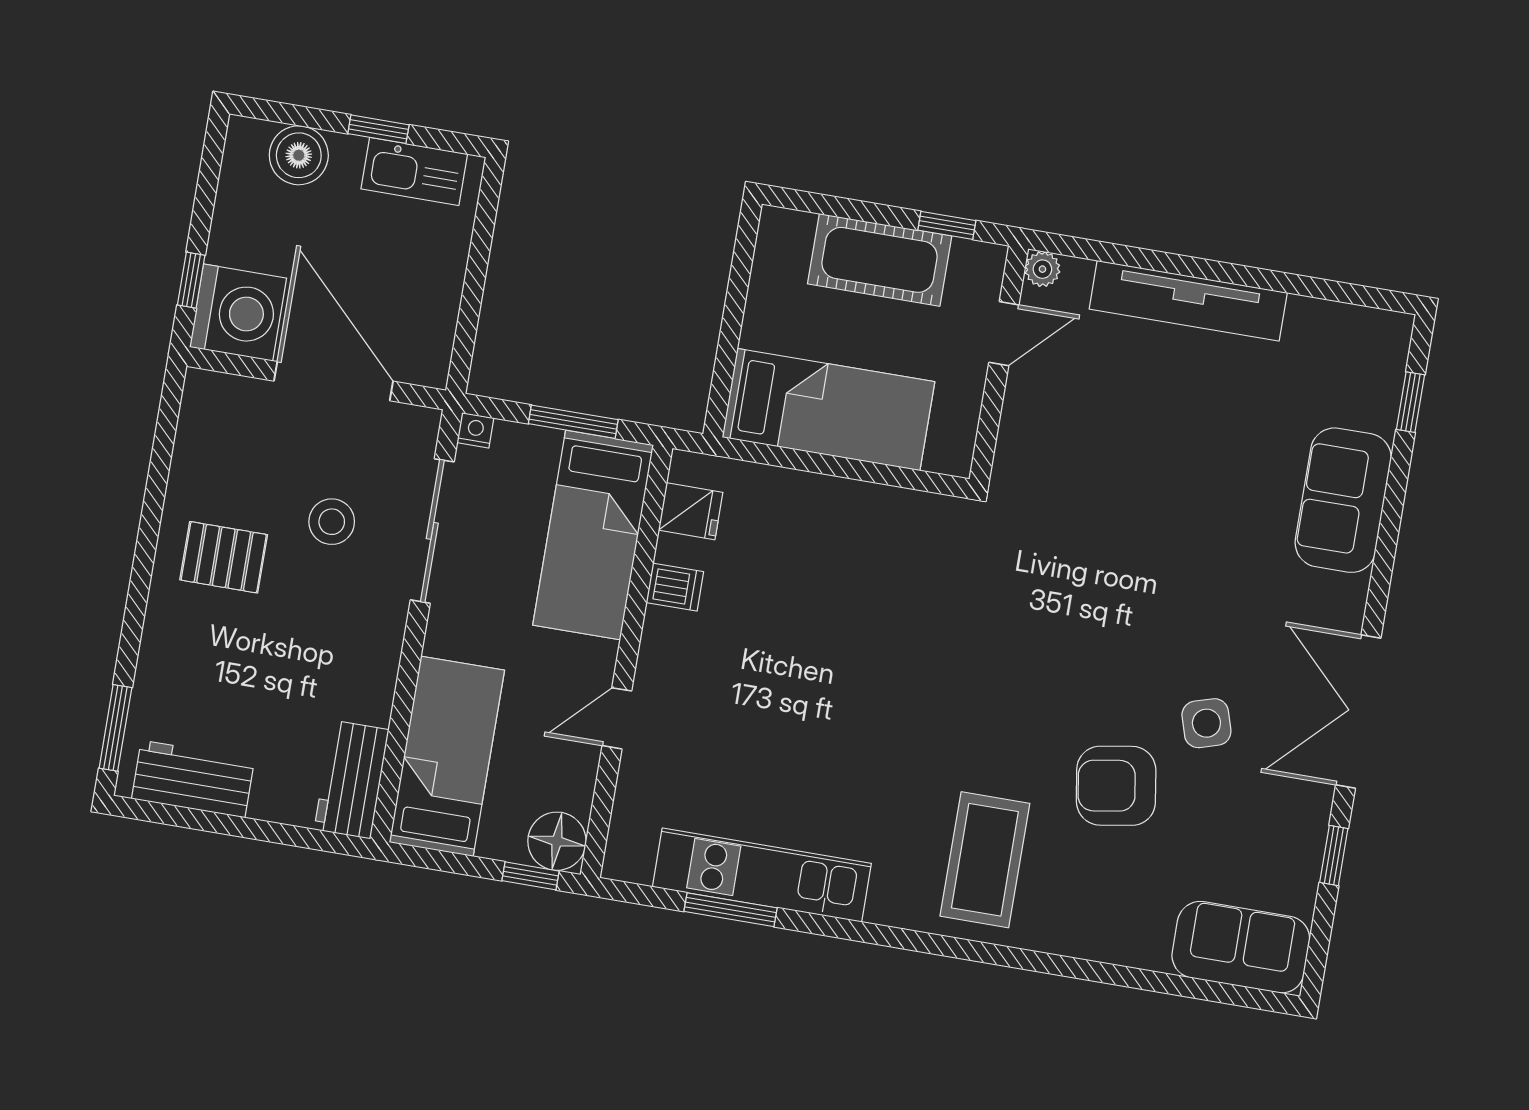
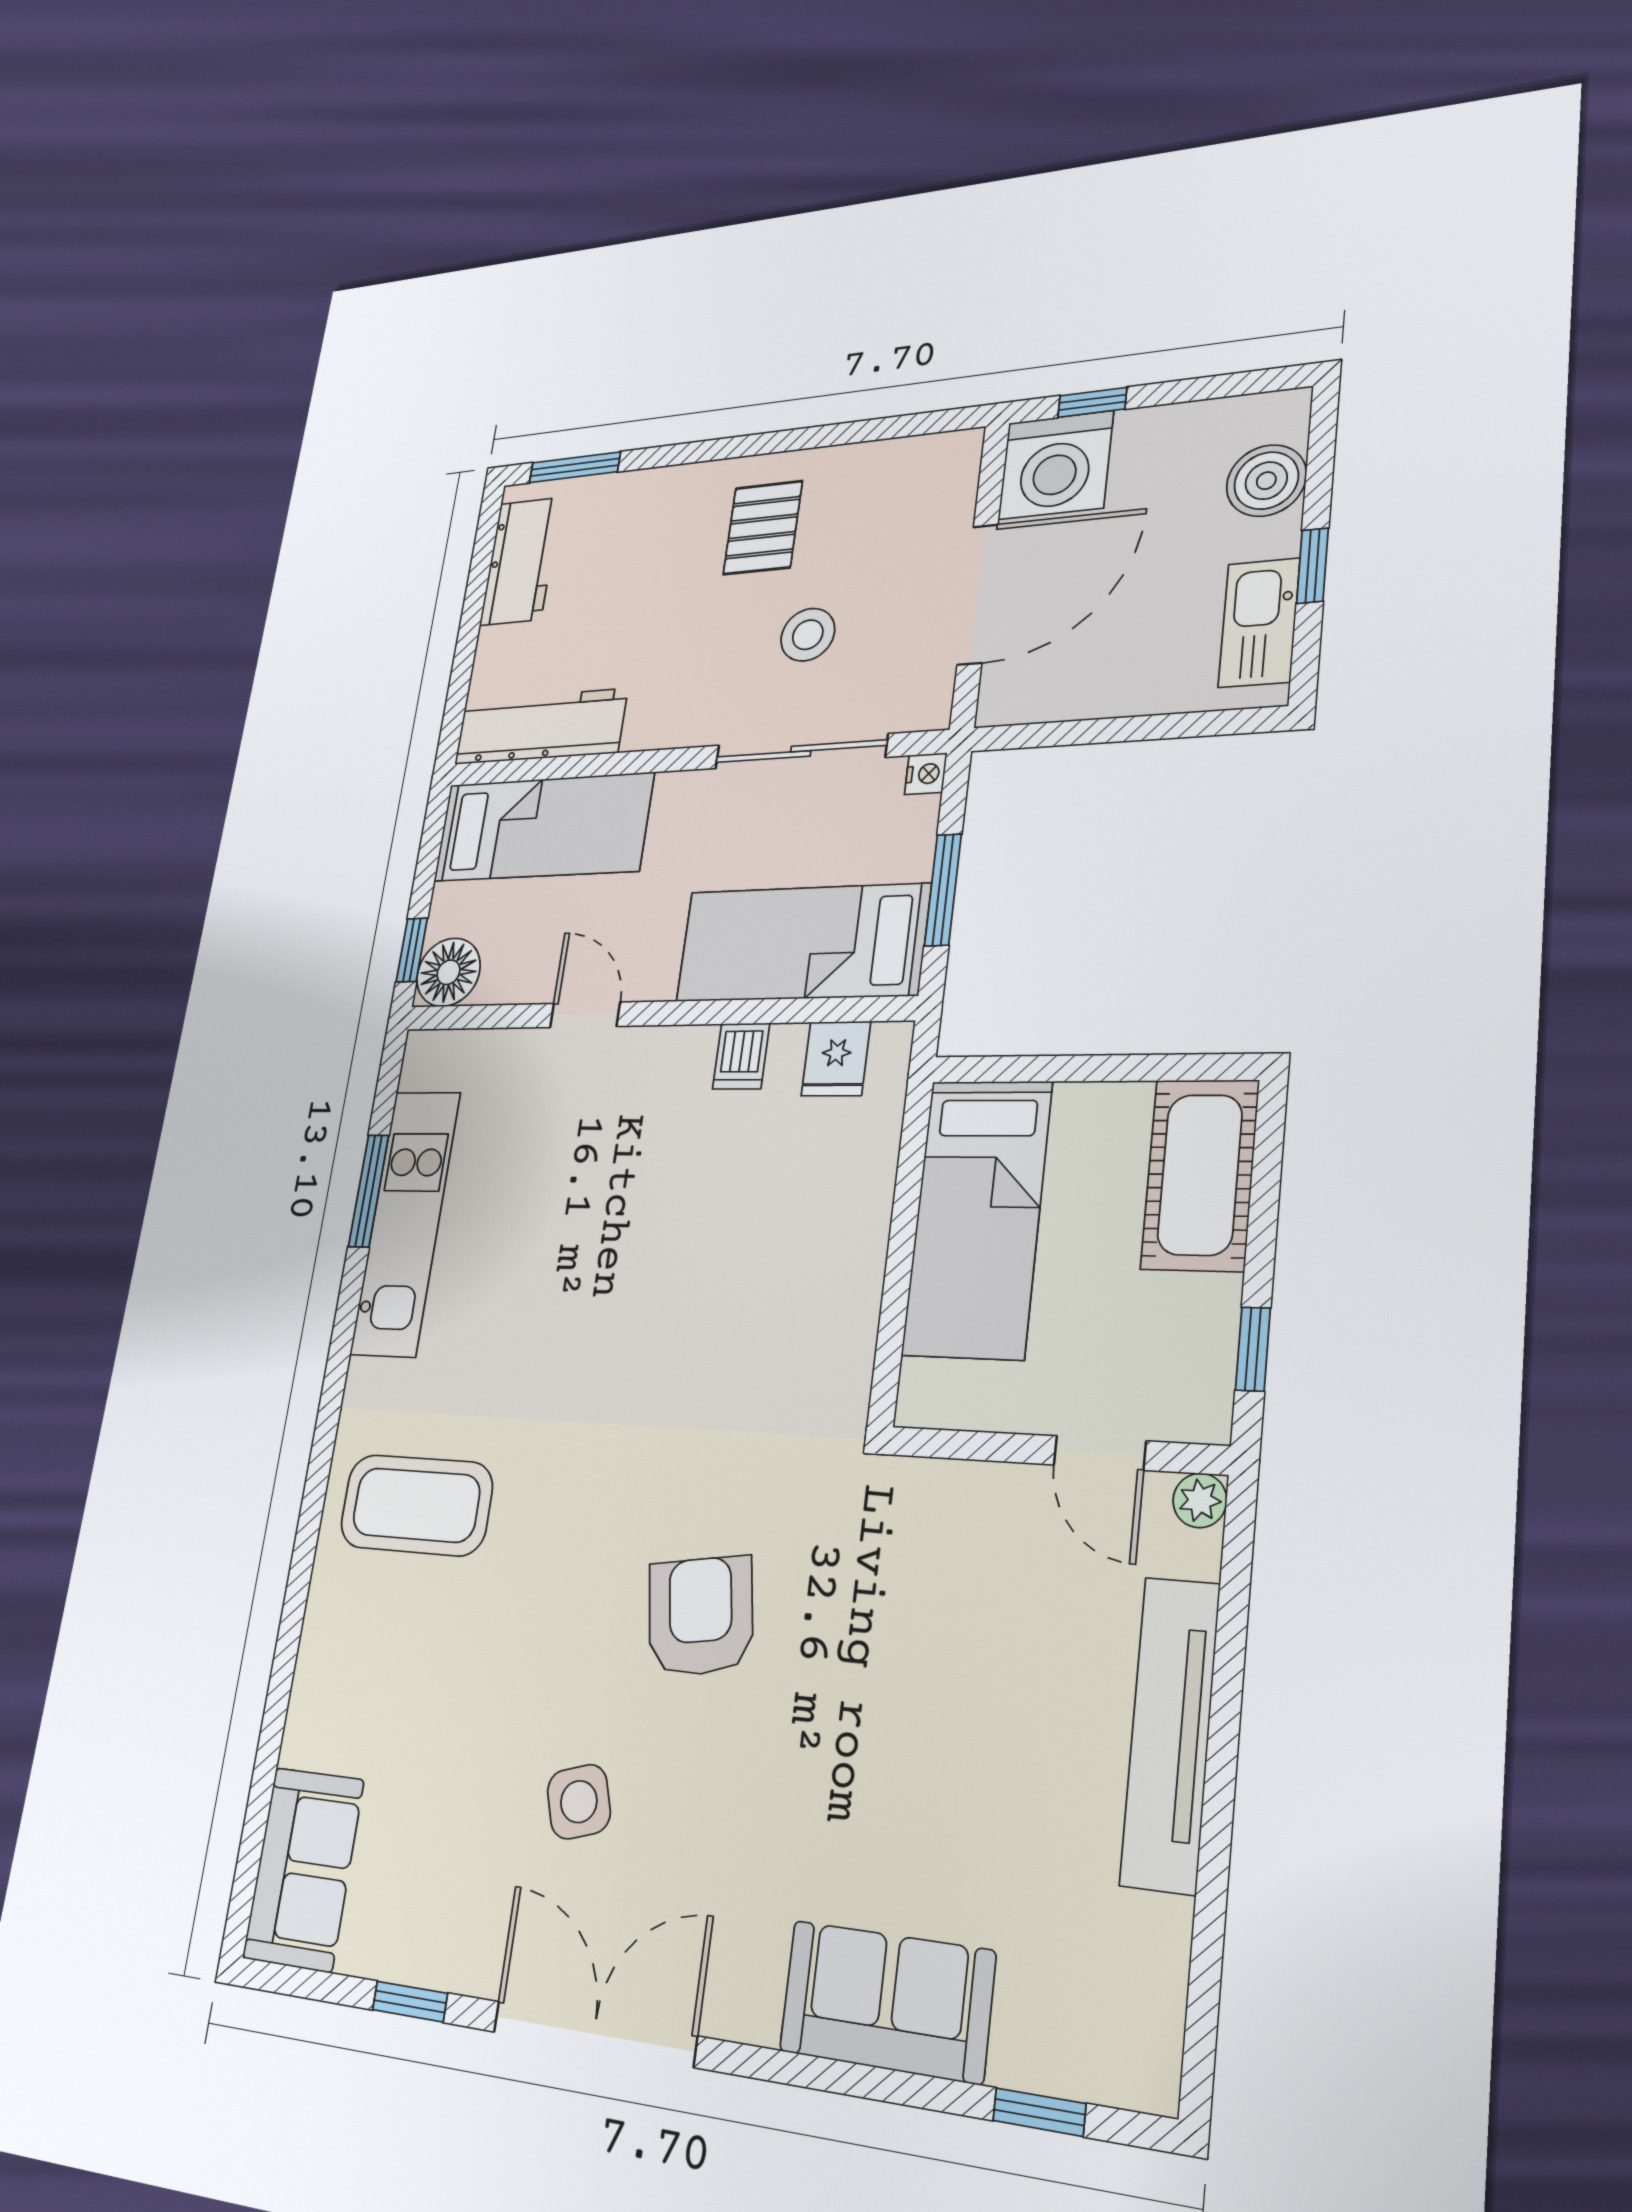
cot: (880, 260) -> (1200, 1175), moved
workbench: (351, 780) -> (540, 727), width x1.38
armchair: (1116, 786) -> (701, 1616), moved

